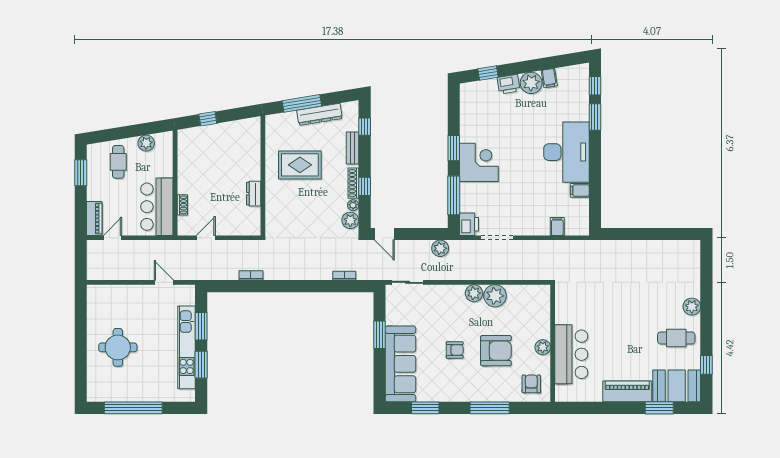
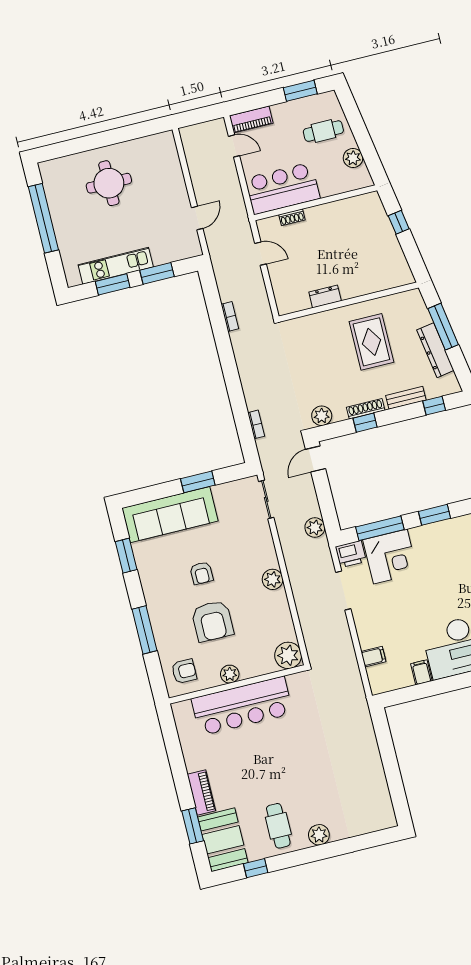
corner desk: (479, 162) -> (390, 557), moved
plant: (353, 205) -> (340, 415), removed
plant: (495, 296) -> (288, 655), moved
kitchen unit: (187, 347) -> (116, 266), width x0.73
bar counter: (571, 354) -> (242, 706), width x1.36
piano: (627, 391) -> (201, 793), width x0.73, depth x0.75

